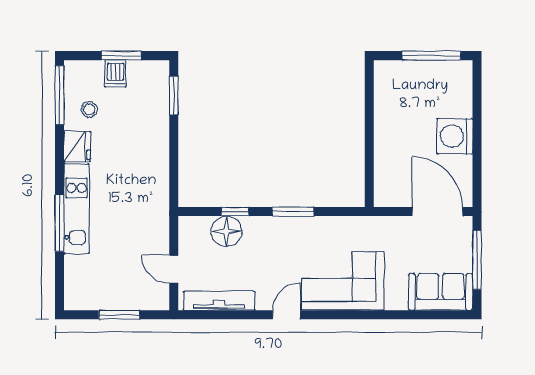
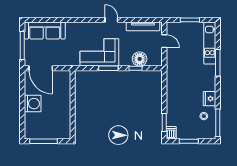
dishwasher: (115, 74) -> (171, 133), moved
kitchen unit: (77, 209) -> (210, 43), moved
corner sofa: (343, 281) -> (99, 52), moved, turned 180
sofa: (441, 292) -> (45, 31), width x1.36
door: (287, 315) -> (111, 20), swing flipped

